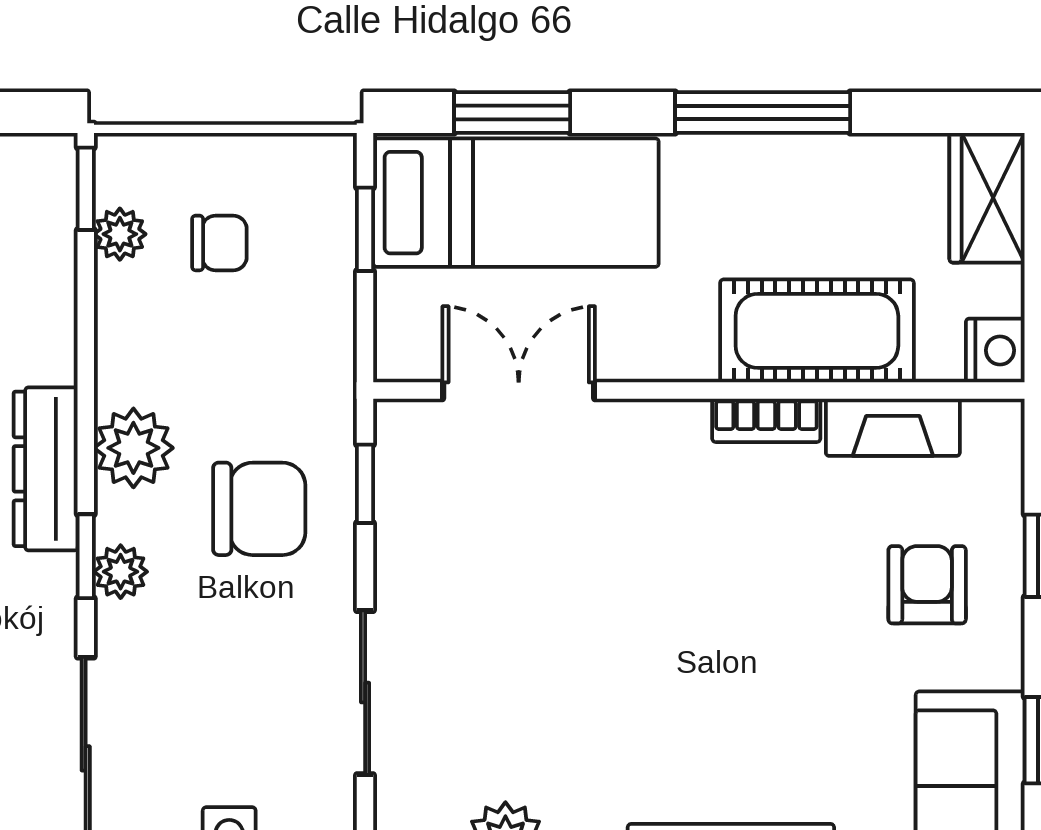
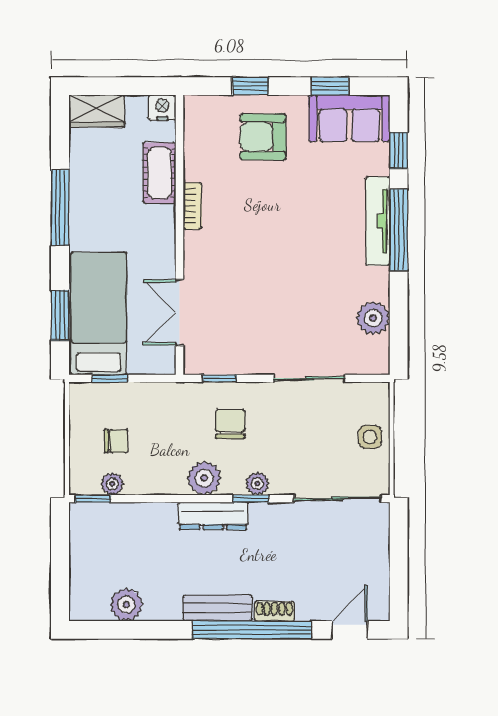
chair: (219, 243) -> (116, 441), turned 90
cot: (817, 331) -> (159, 173), width x0.73, depth x0.75
fireplace: (893, 427) -> (195, 152), removed
chair: (259, 509) -> (230, 424), width x0.73, depth x0.73
armchair: (927, 585) -> (263, 137), width x1.38, depth x1.38

